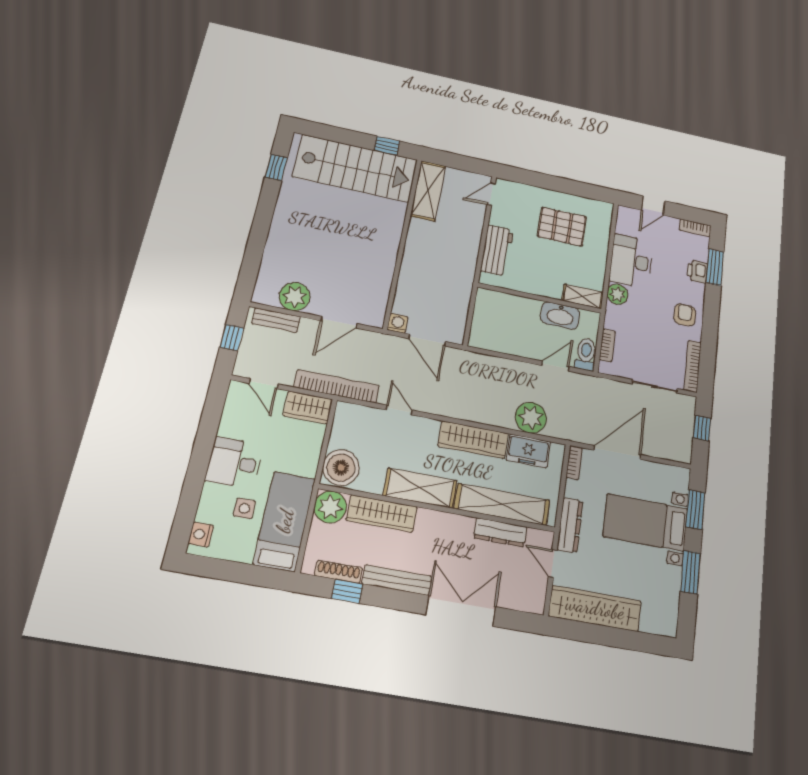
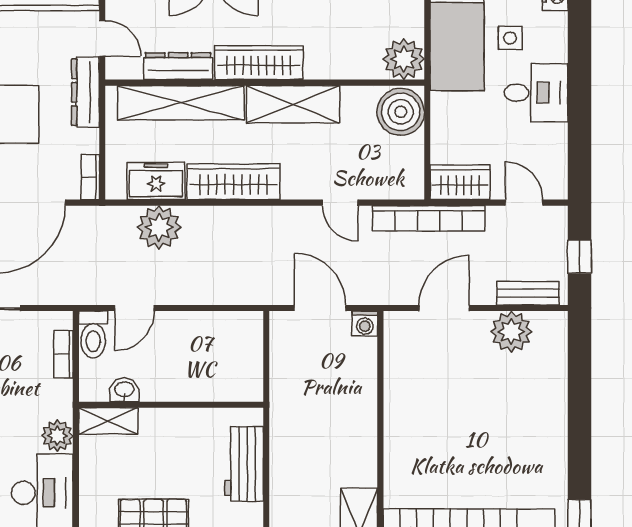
washbasin: (560, 315) -> (124, 390), width x0.52, depth x0.69
wardrobe: (382, 513) -> (259, 63), moved

